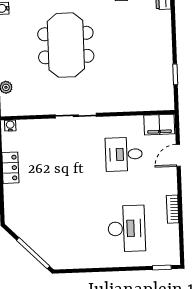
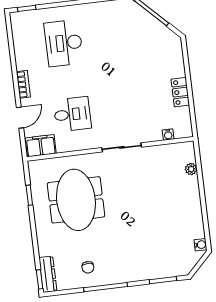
meeting table: (66, 45) -> (76, 200), moved
water cooler: (10, 126) -> (168, 135), moved
bookcase: (173, 209) -> (23, 84), moved

